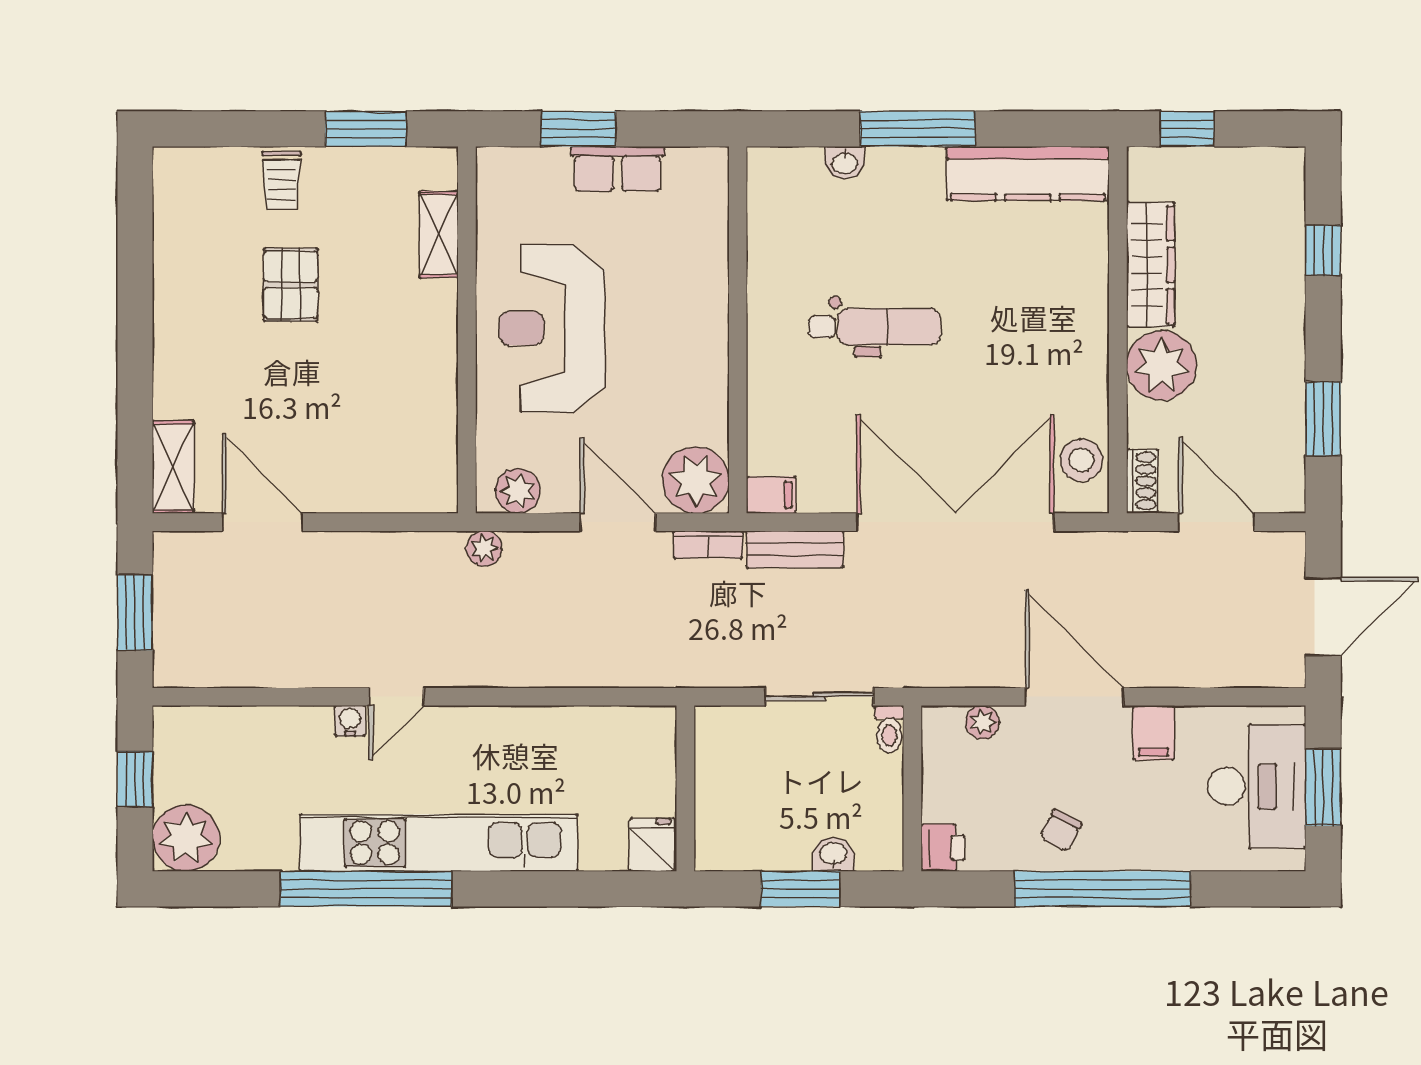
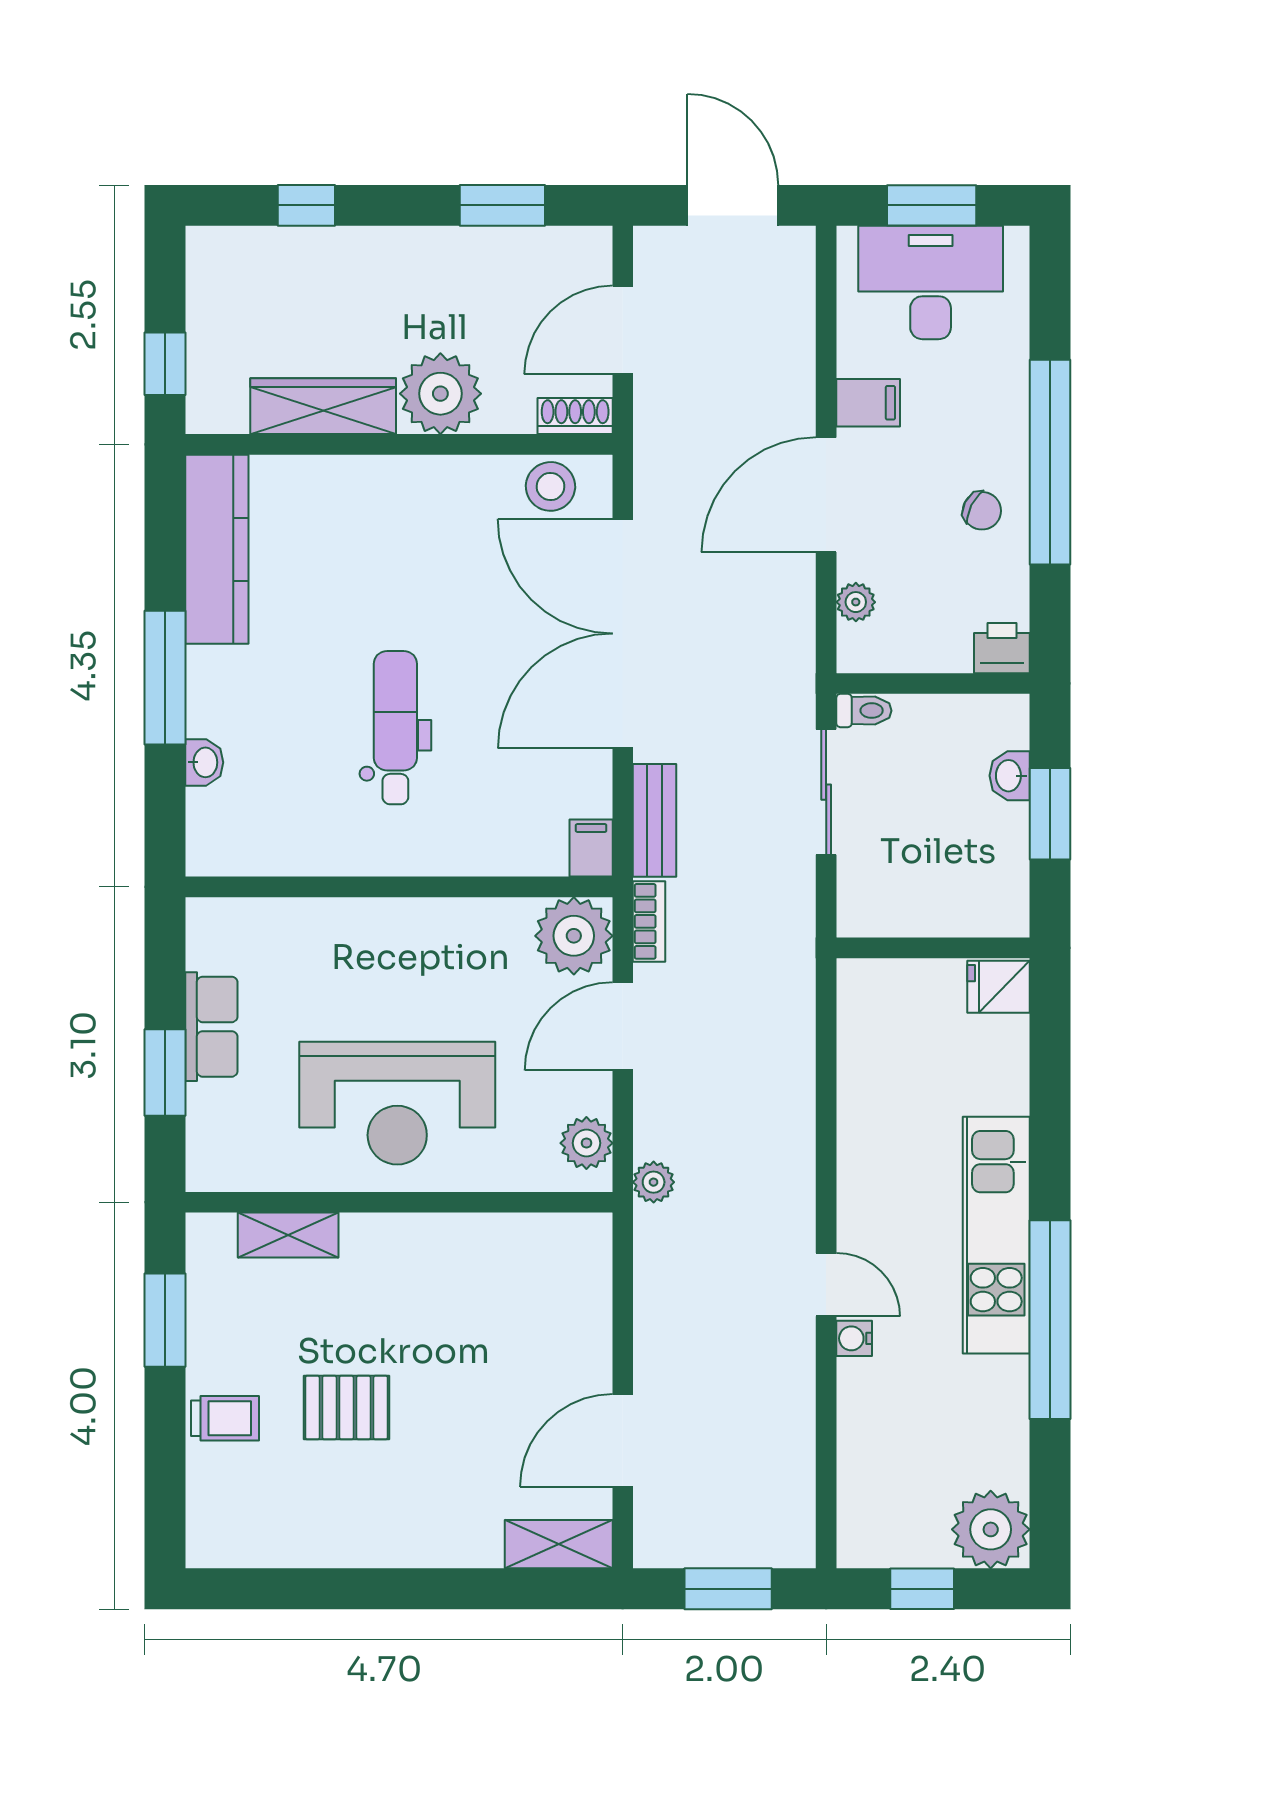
kitchen unit: (439, 843) -> (996, 1235), width x0.73

